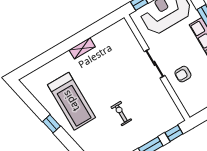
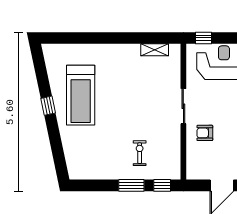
shelving: (82, 48) -> (155, 50), moved
exercise bike: (121, 114) -> (140, 153), moved

